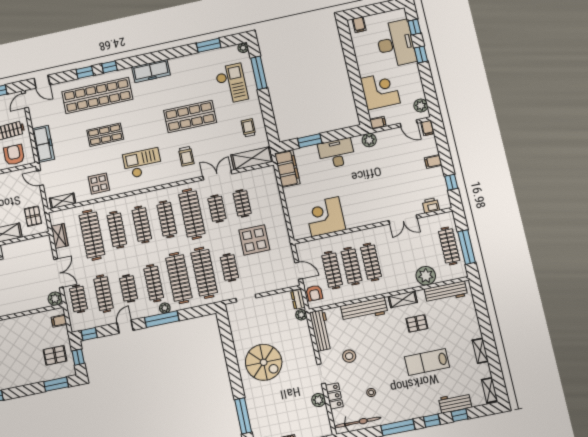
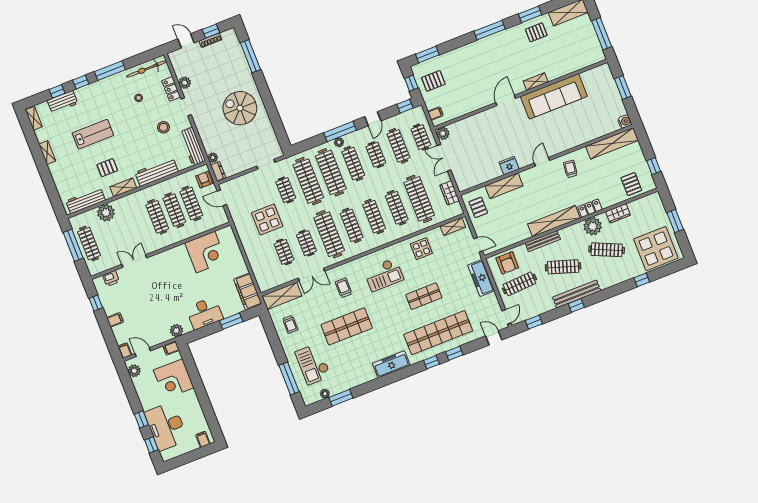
plant: (243, 48) -> (325, 394), moved

